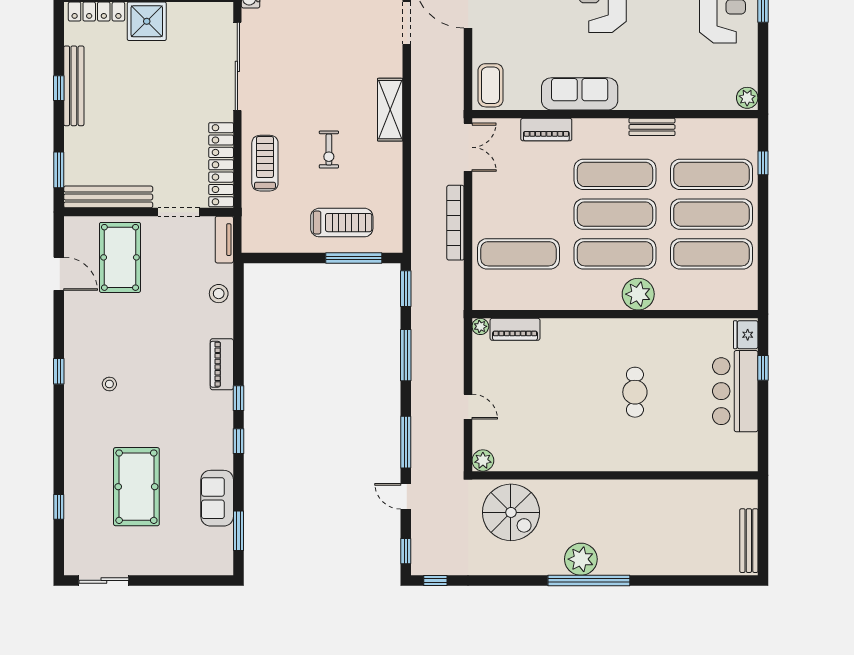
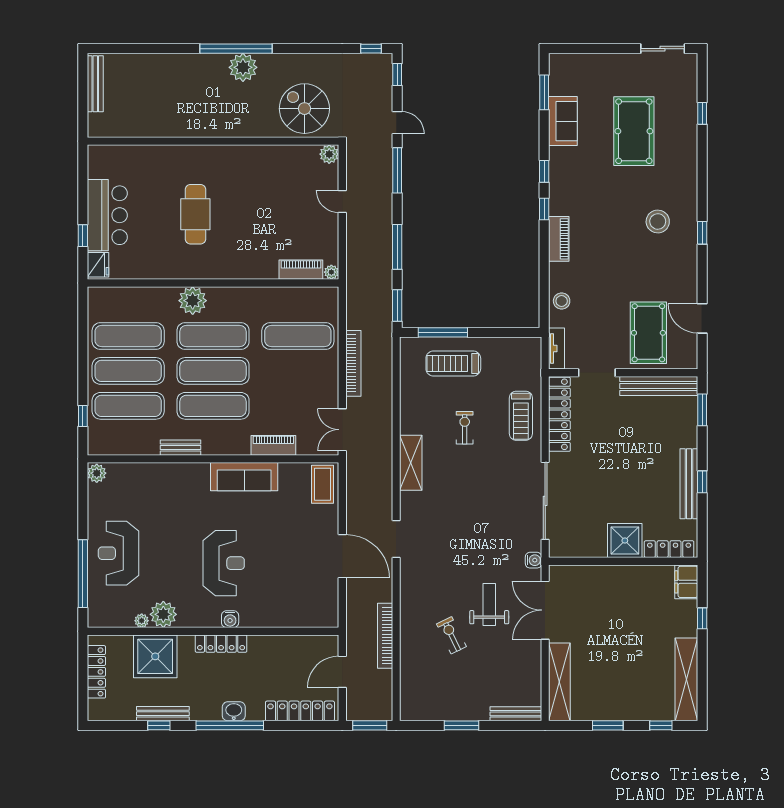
stool: (109, 384) -> (658, 221), width x1.89, depth x1.89
cafe table: (635, 392) -> (195, 214), width x1.37, depth x1.35

